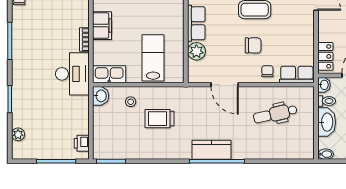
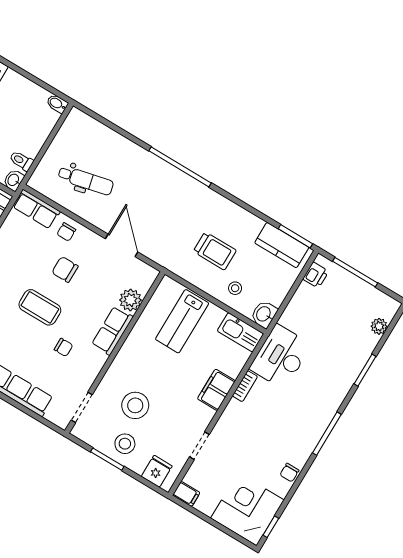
washbasin: (327, 122) -> (35, 138), removed
kitchen counter: (212, 150) -> (282, 245), moved

